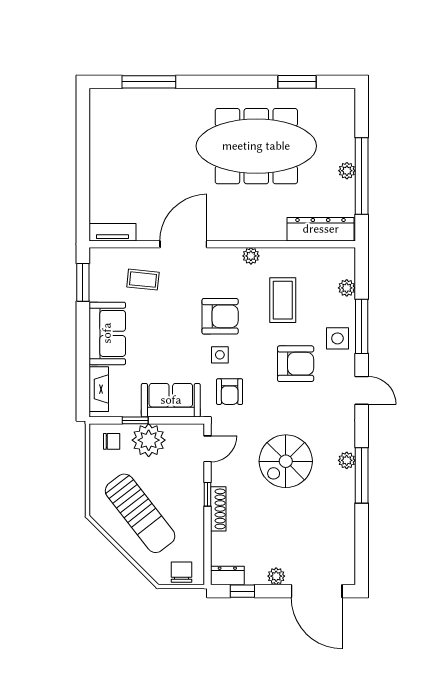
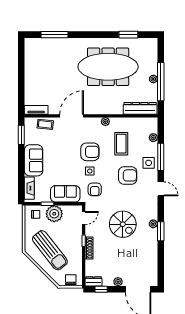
coffee table: (143, 280) -> (45, 124), moved
spiral stairs: (286, 461) -> (123, 224), turned -90
window: (362, 475) -> (161, 231), width x0.69

